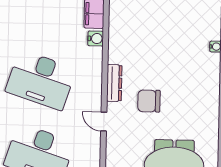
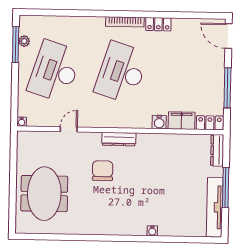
door: (104, 122) -> (69, 129), moved

